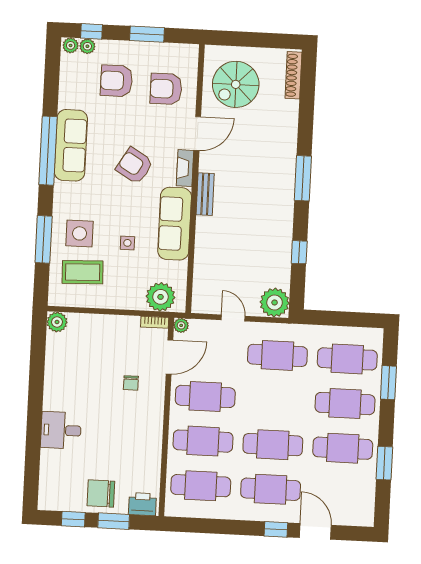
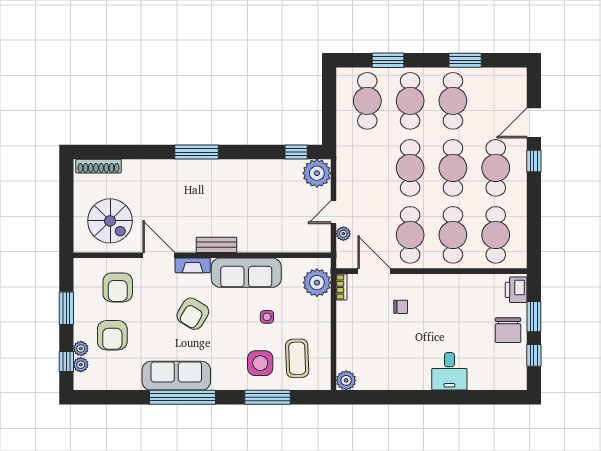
plant: (71, 45) -> (81, 349), moved
window: (299, 252) -> (296, 152), moved
plant: (181, 325) -> (343, 234), moved
cafe table: (277, 355) -> (410, 168), moved

